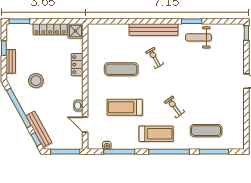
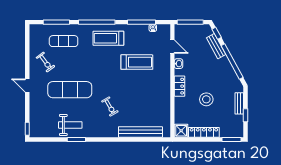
bench: (153, 30) -> (140, 132), moved
locker: (77, 65) -> (180, 86), moved
exercise mat: (121, 69) -> (70, 90), moved, width x1.36, depth x1.45
stool: (36, 81) -> (206, 99), moved
exercise bike: (174, 107) -> (45, 62), moved
bench: (39, 129) -> (216, 46), width x0.73

